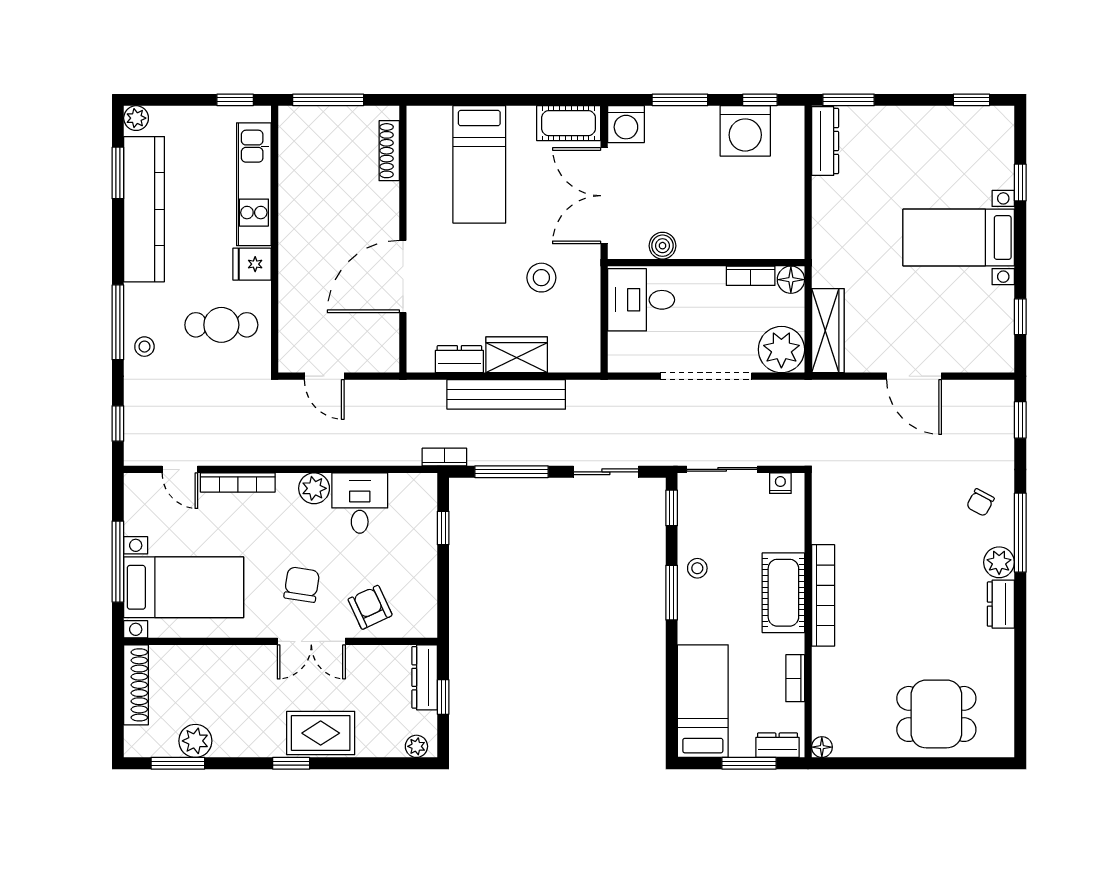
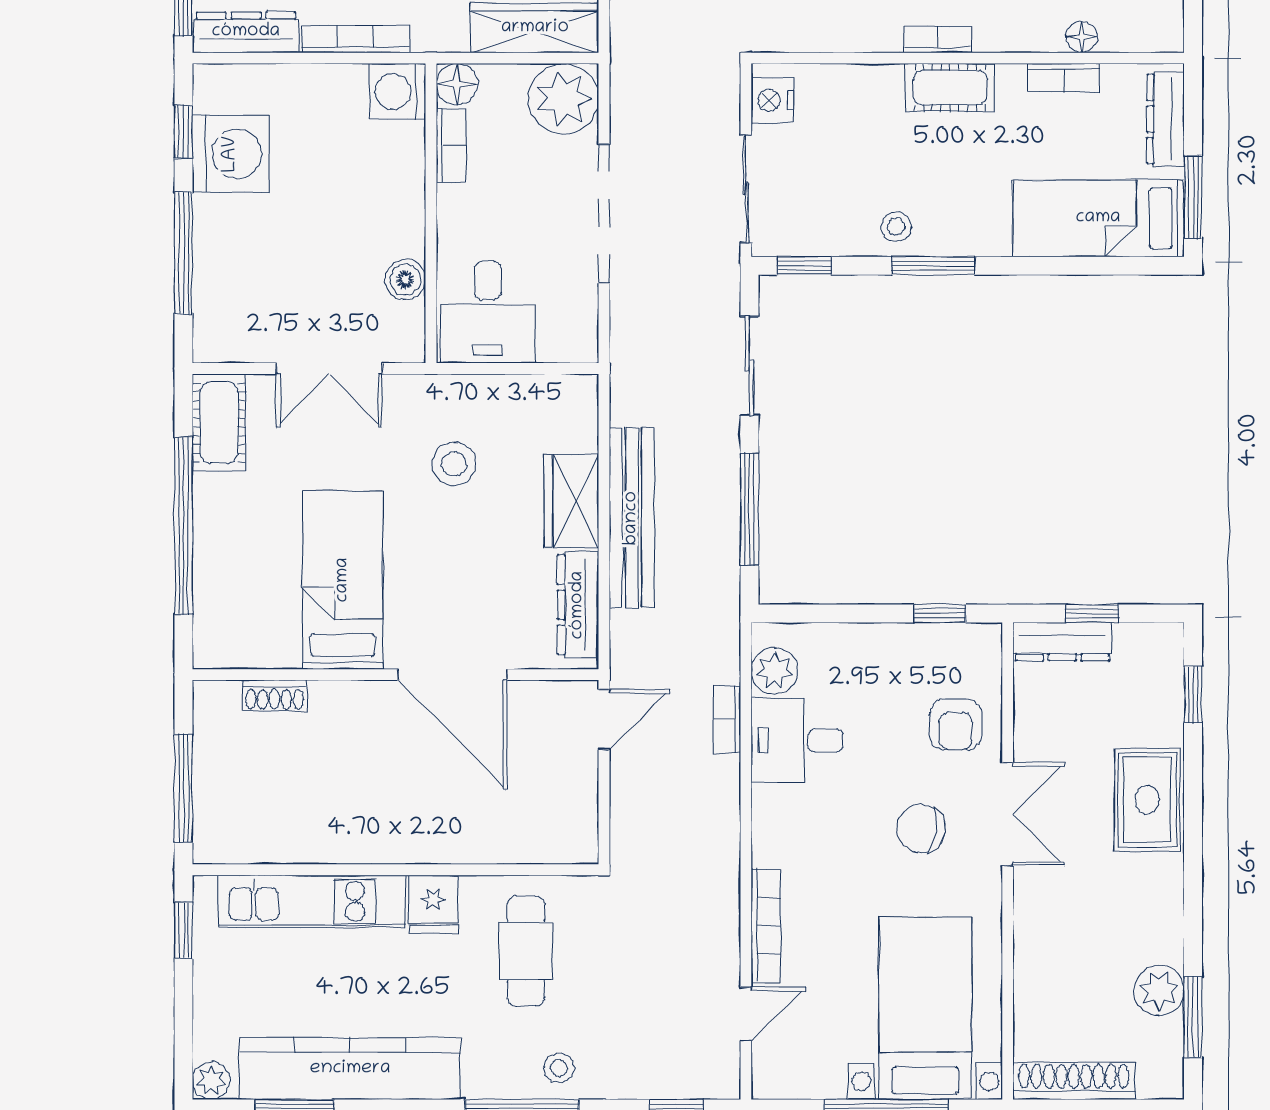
window: (501, 100) -> (183, 526), added
window: (680, 100) -> (183, 253), width x1.44
washing machine: (626, 124) -> (398, 91), moved, turned 180
shoe rack: (389, 151) -> (275, 695), width x0.70
bed: (479, 164) -> (343, 580), moved, turned -90
double door: (604, 196) -> (329, 369), width x0.73
bookcase: (821, 213) -> (356, 39), added
dresser: (459, 359) -> (578, 605), width x1.44
door: (324, 376) -> (604, 720), moved
bookcase: (444, 457) -> (727, 719), moved
nightstand: (780, 483) -> (772, 100), width x1.39, depth x1.35
plant: (314, 488) -> (775, 671), moved
window: (443, 528) -> (940, 613), moved
cot: (783, 593) -> (950, 87), width x0.73, depth x0.75
bookcase: (823, 595) -> (938, 39), width x0.43, depth x0.76
armchair: (370, 607) -> (956, 725), turned -65
dresser: (778, 745) -> (1166, 119), width x1.44
plant: (416, 746) -> (1167, 654), removed
floor lamp: (822, 747) -> (1082, 37), moved
window: (291, 763) -> (1193, 694), moved
window: (749, 763) -> (1193, 197), moved

